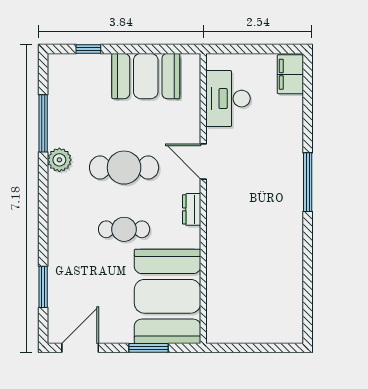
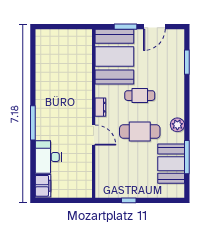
window: (88, 49) -> (129, 200), moved
booth: (146, 76) -> (171, 164), moved, turned 90
desk: (228, 99) -> (48, 157), moved, turned 180
plant: (59, 160) -> (177, 125), moved
door: (80, 348) -> (154, 27), moved

